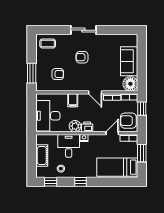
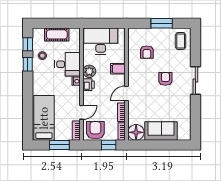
window: (32, 73) -> (162, 23), moved
door: (112, 133) -> (82, 112), hinge flipped
window: (81, 182) -> (28, 64), moved

